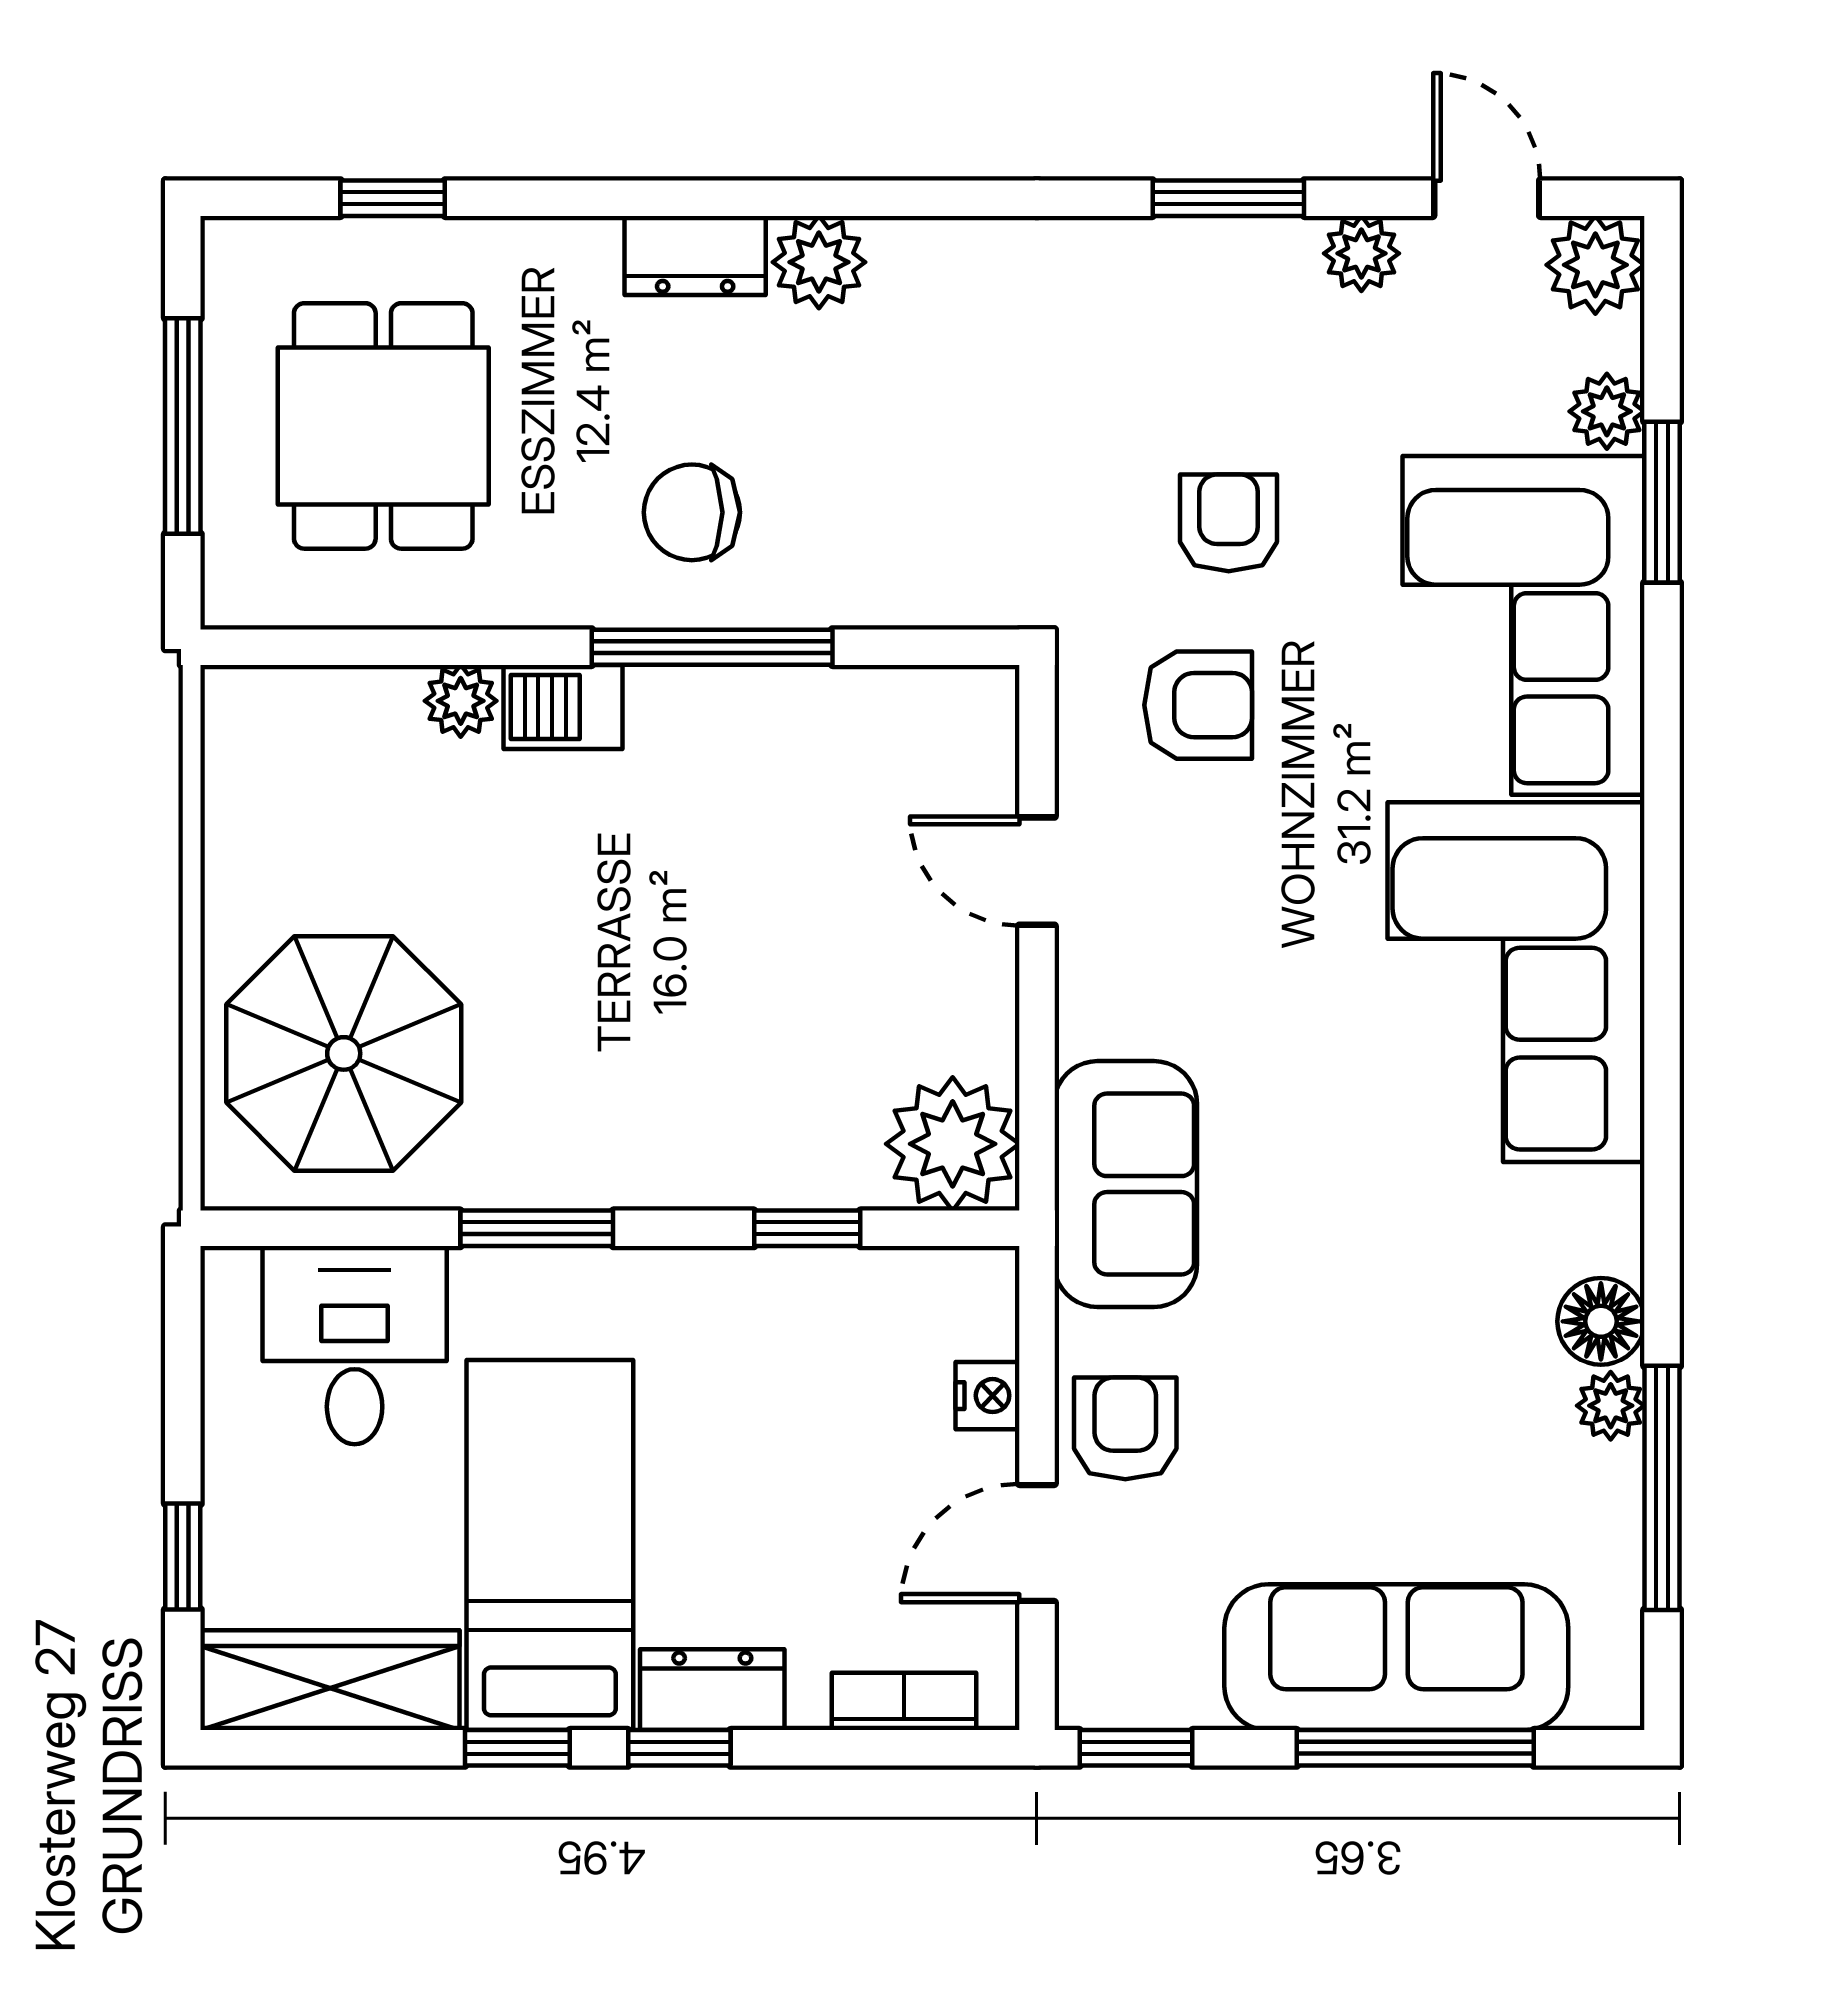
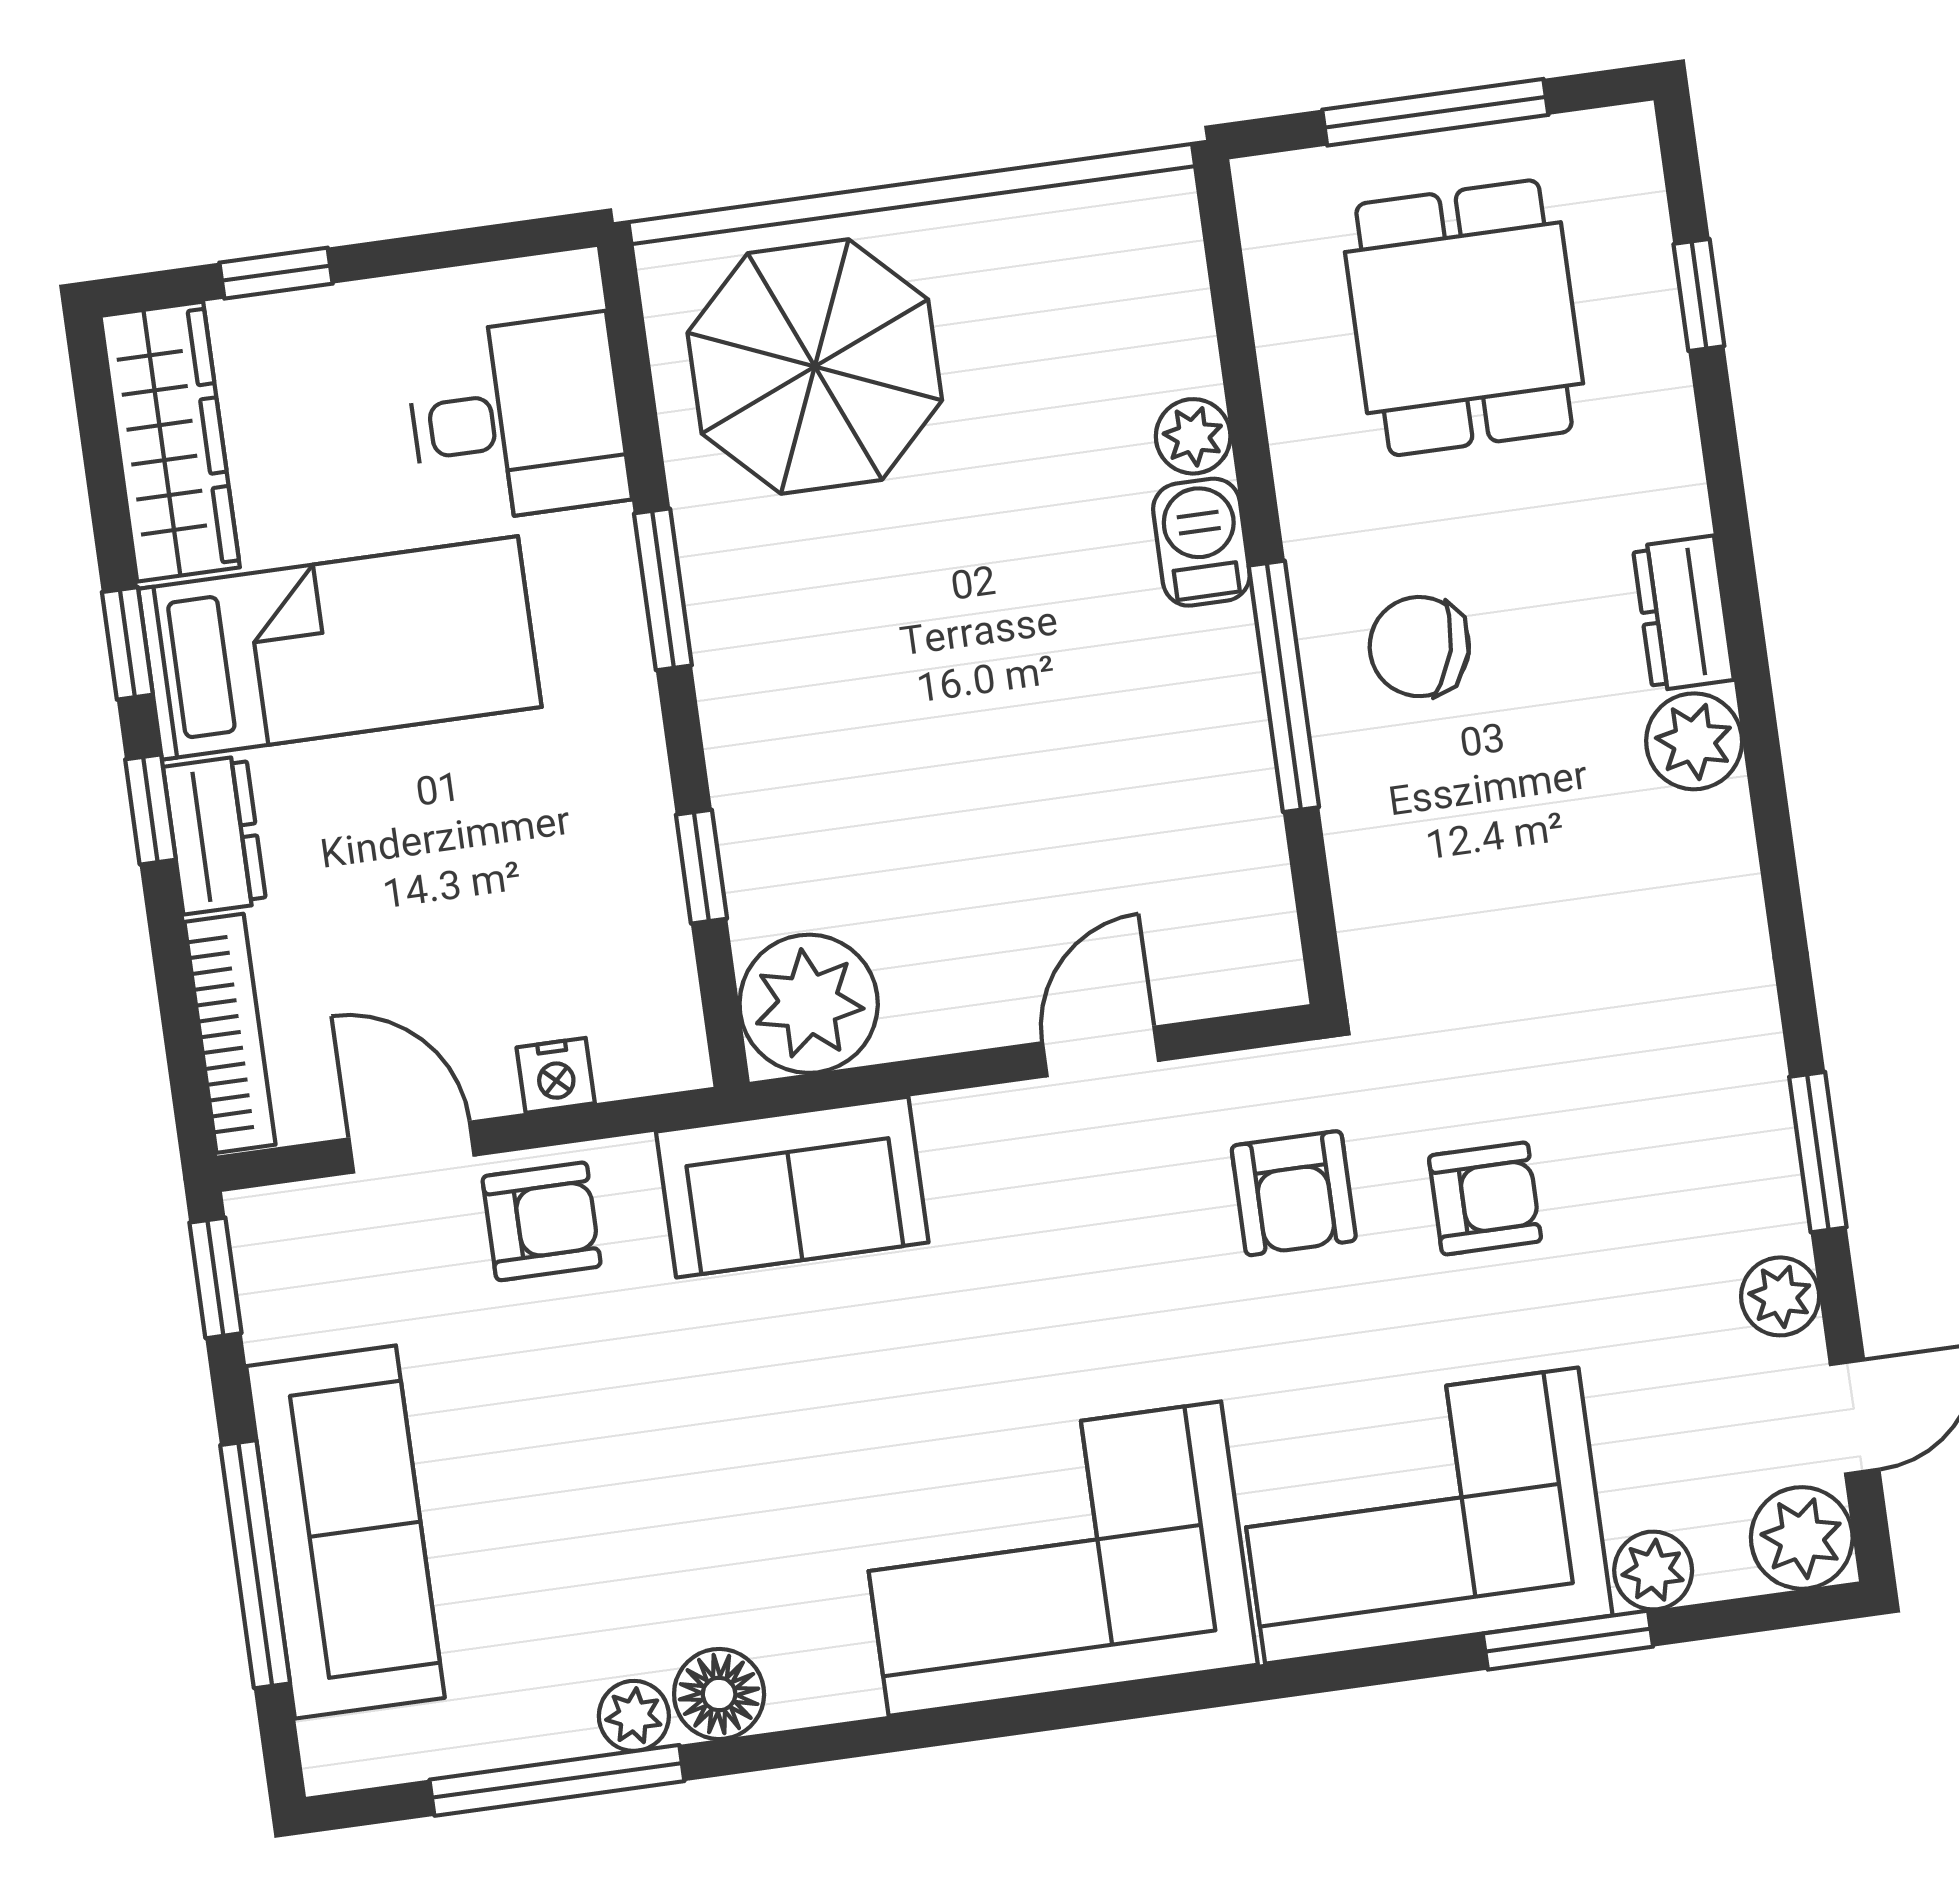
dining table: (383, 426) -> (1464, 318), turned 90
chair: (692, 512) -> (1419, 647), turned -75
bookcase: (904, 1701) -> (230, 1033), width x1.56

